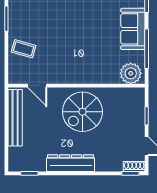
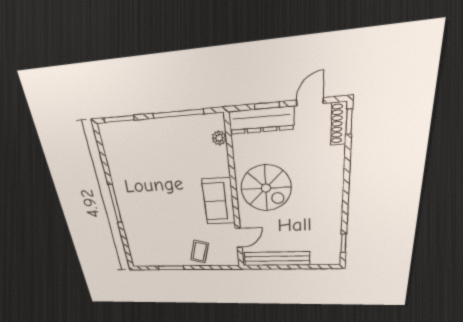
sofa: (133, 29) -> (219, 201), moved, turned 90
plant: (131, 73) -> (219, 138), width x0.53, depth x0.53
dresser: (71, 163) -> (261, 120), moved, turned -90
shoe rack: (134, 166) -> (339, 124), width x1.43

